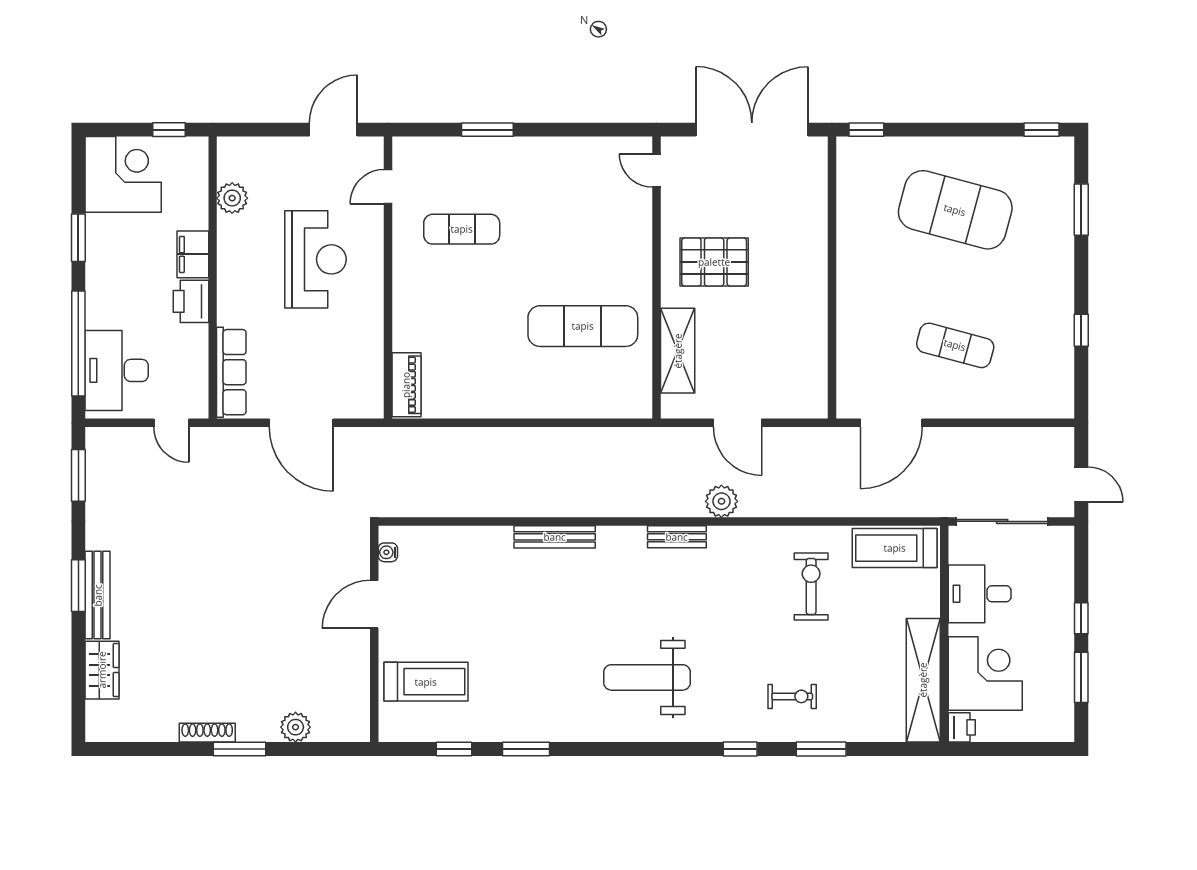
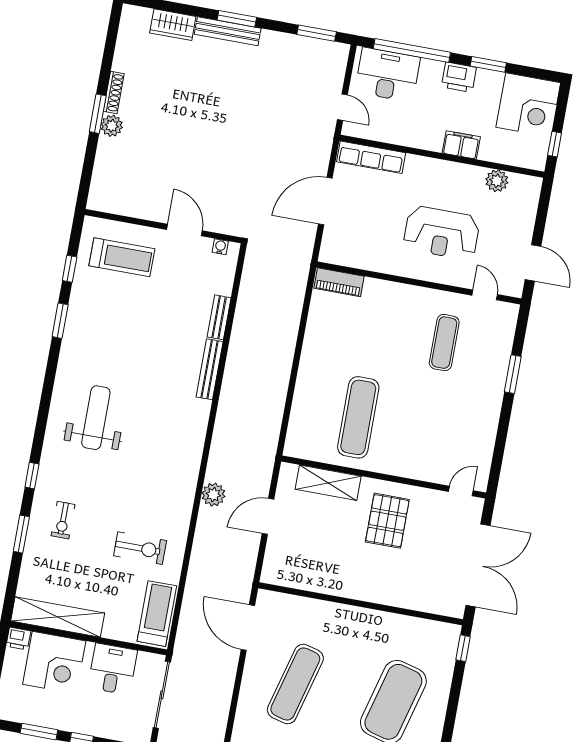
printer: (191, 301) -> (459, 77), moved, turned 180
exercise mat: (955, 345) -> (295, 684), width x1.36, depth x1.45
door: (171, 423) -> (342, 107), swing flipped
bench: (677, 537) -> (219, 317), moved
treadmill: (426, 682) -> (122, 257), turned -90
plant: (296, 727) -> (112, 126), moved

